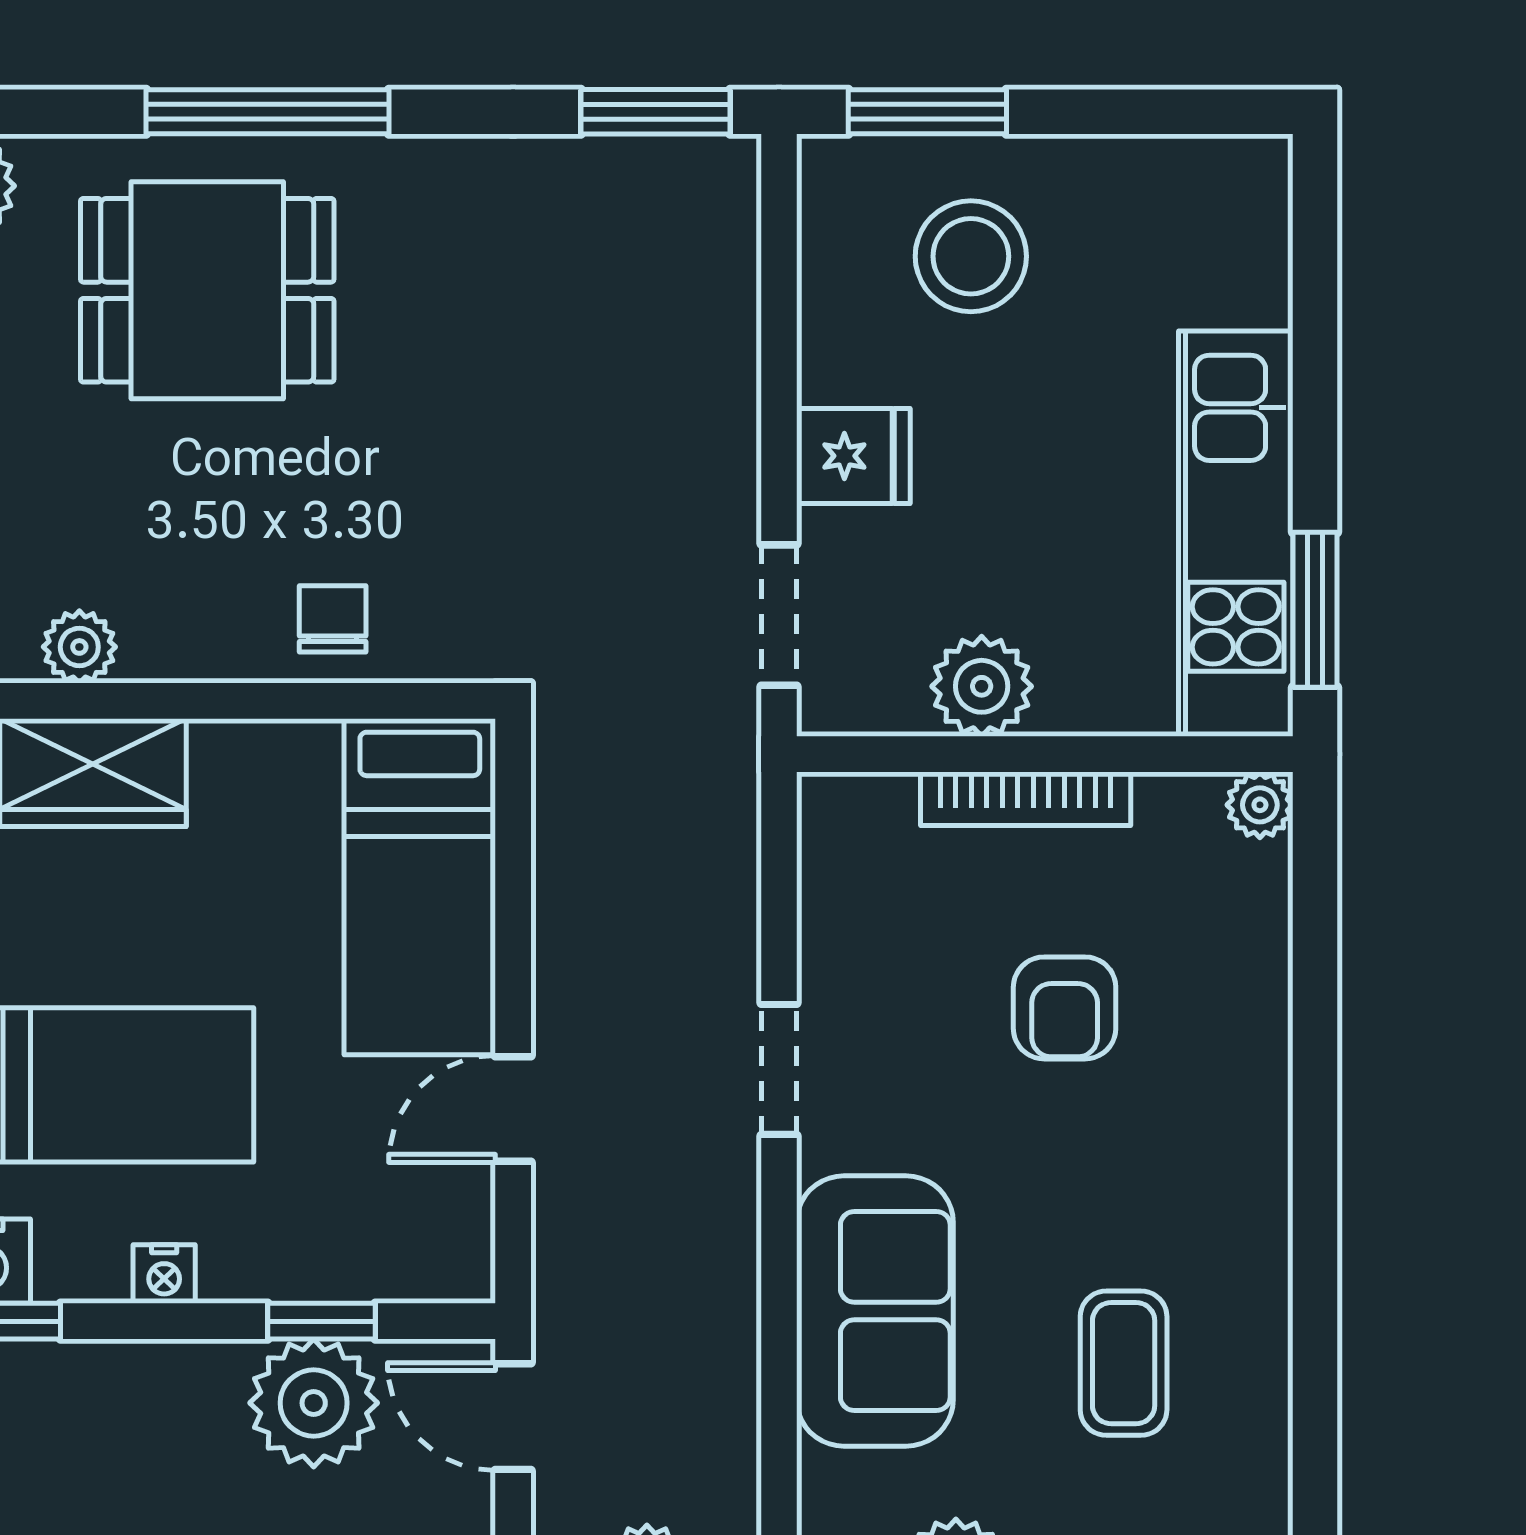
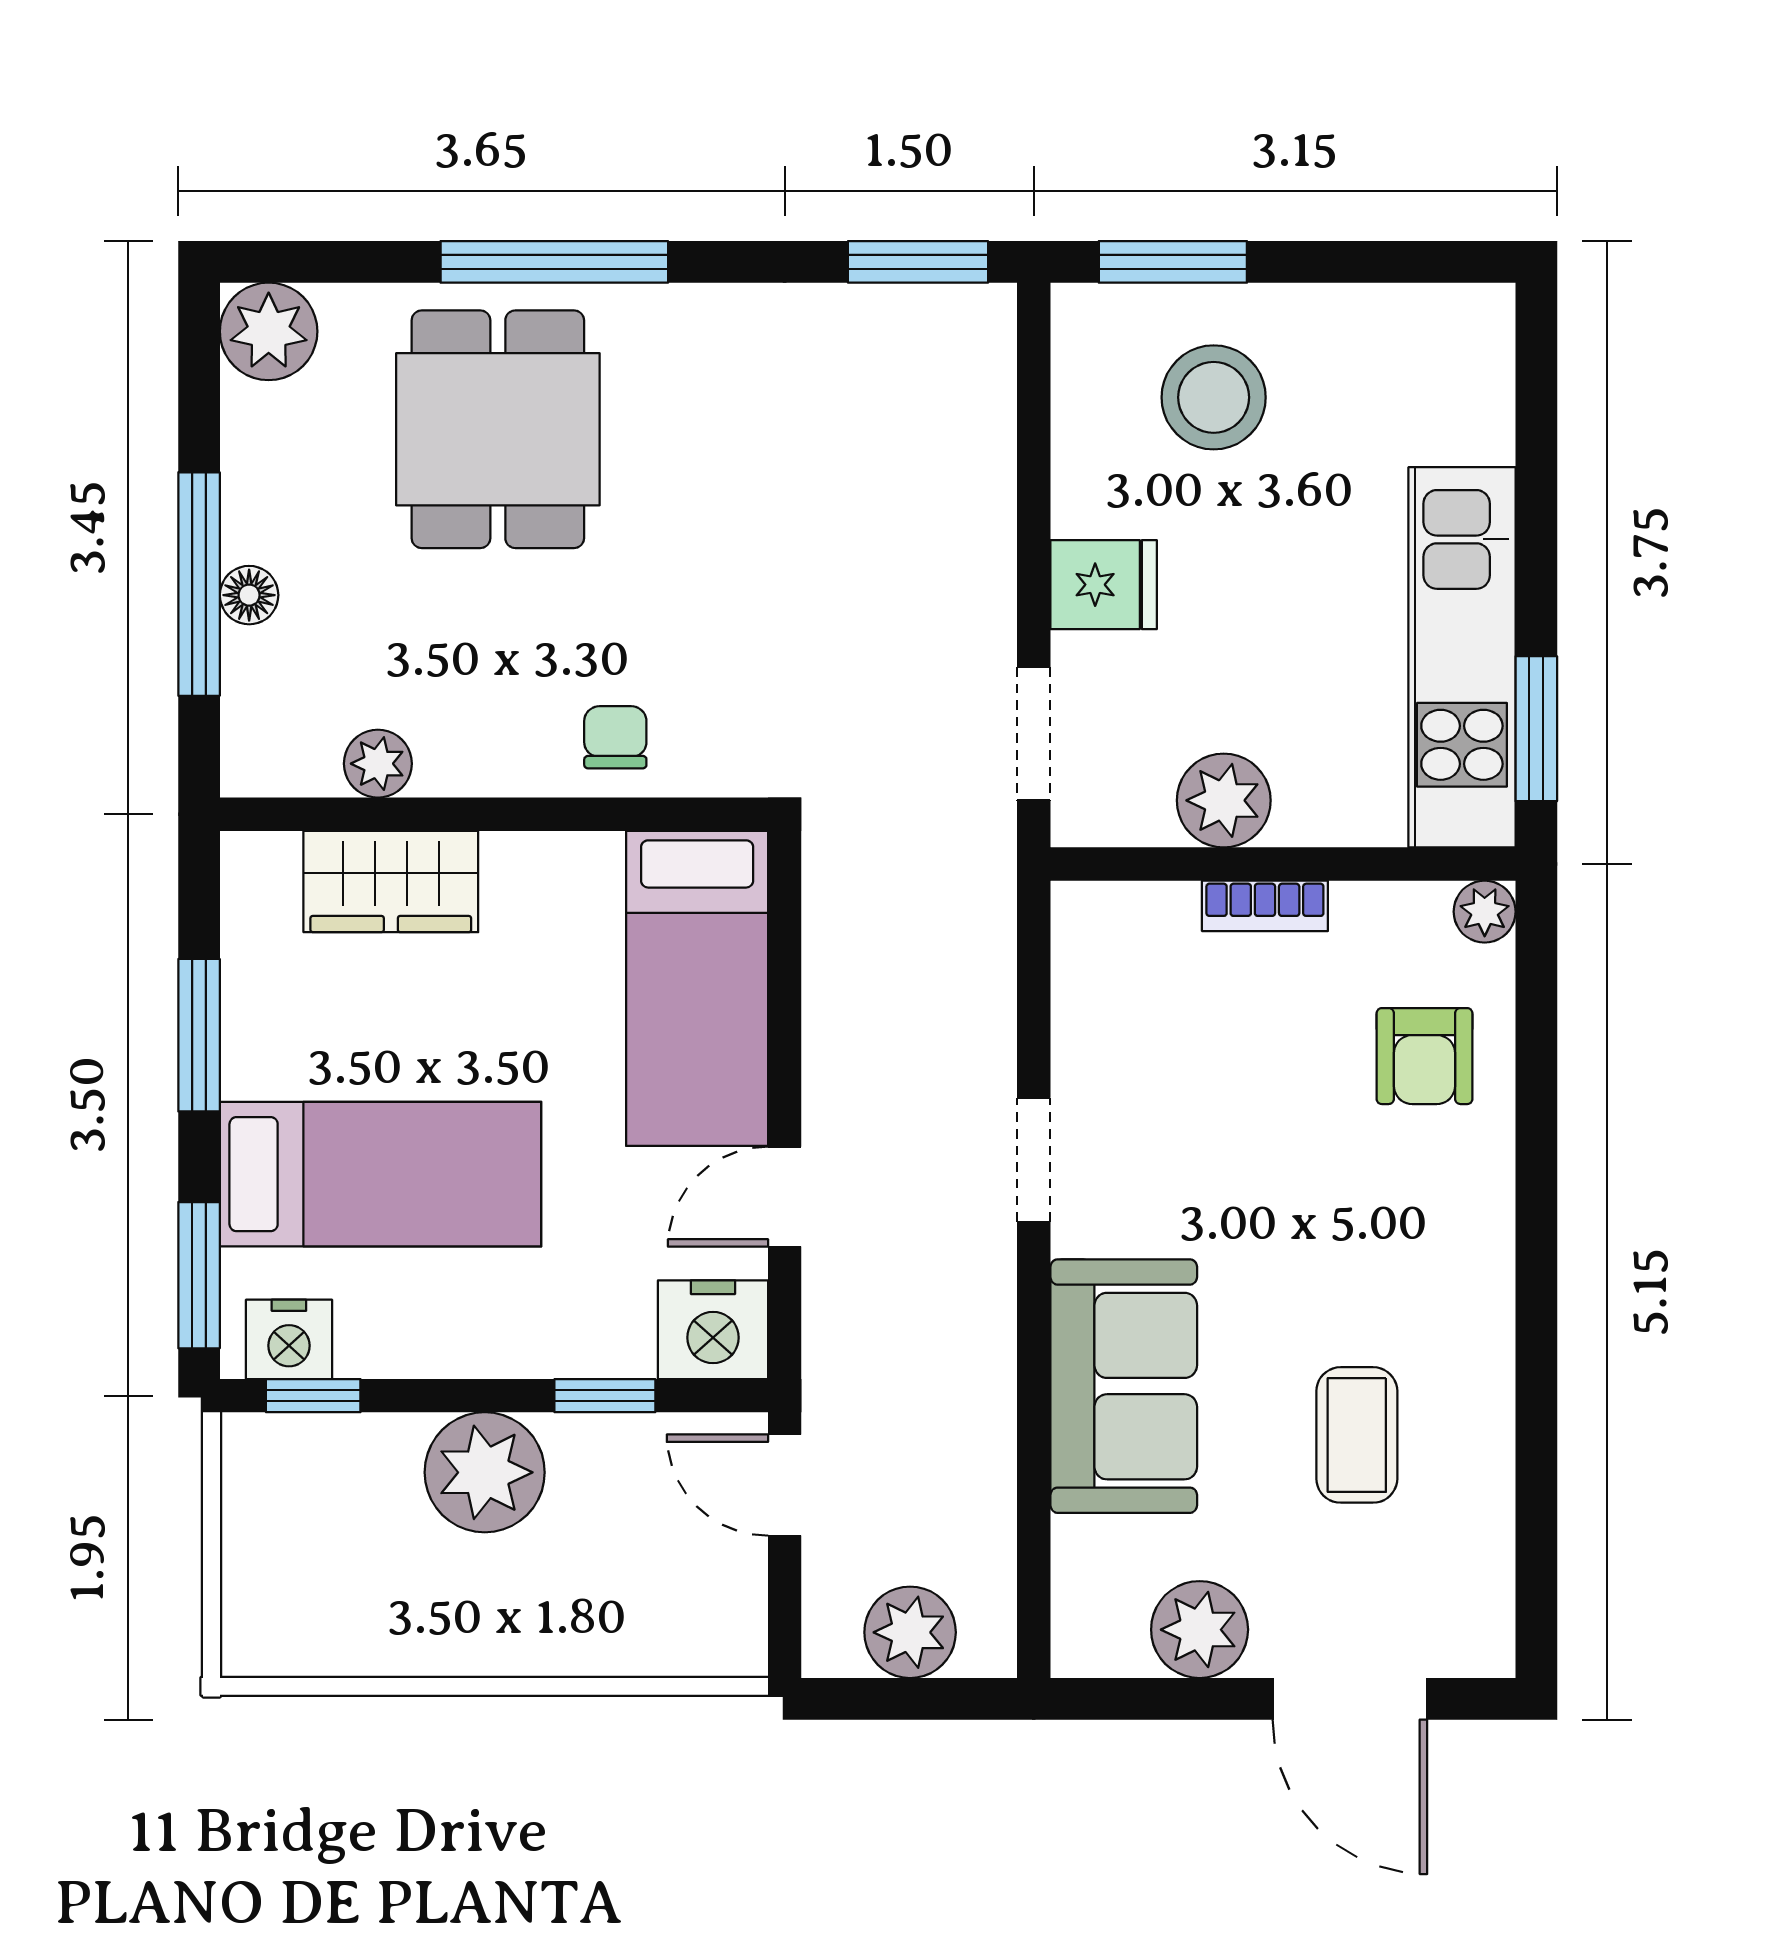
dining table: (207, 290) -> (498, 429), turned 90
bookcase: (1026, 799) -> (1265, 906), width x0.64
armchair: (1065, 1008) -> (1425, 1056), moved
nightstand: (164, 1274) -> (713, 1330), moved, width x1.89, depth x1.79
plant: (314, 1403) -> (485, 1472), moved

